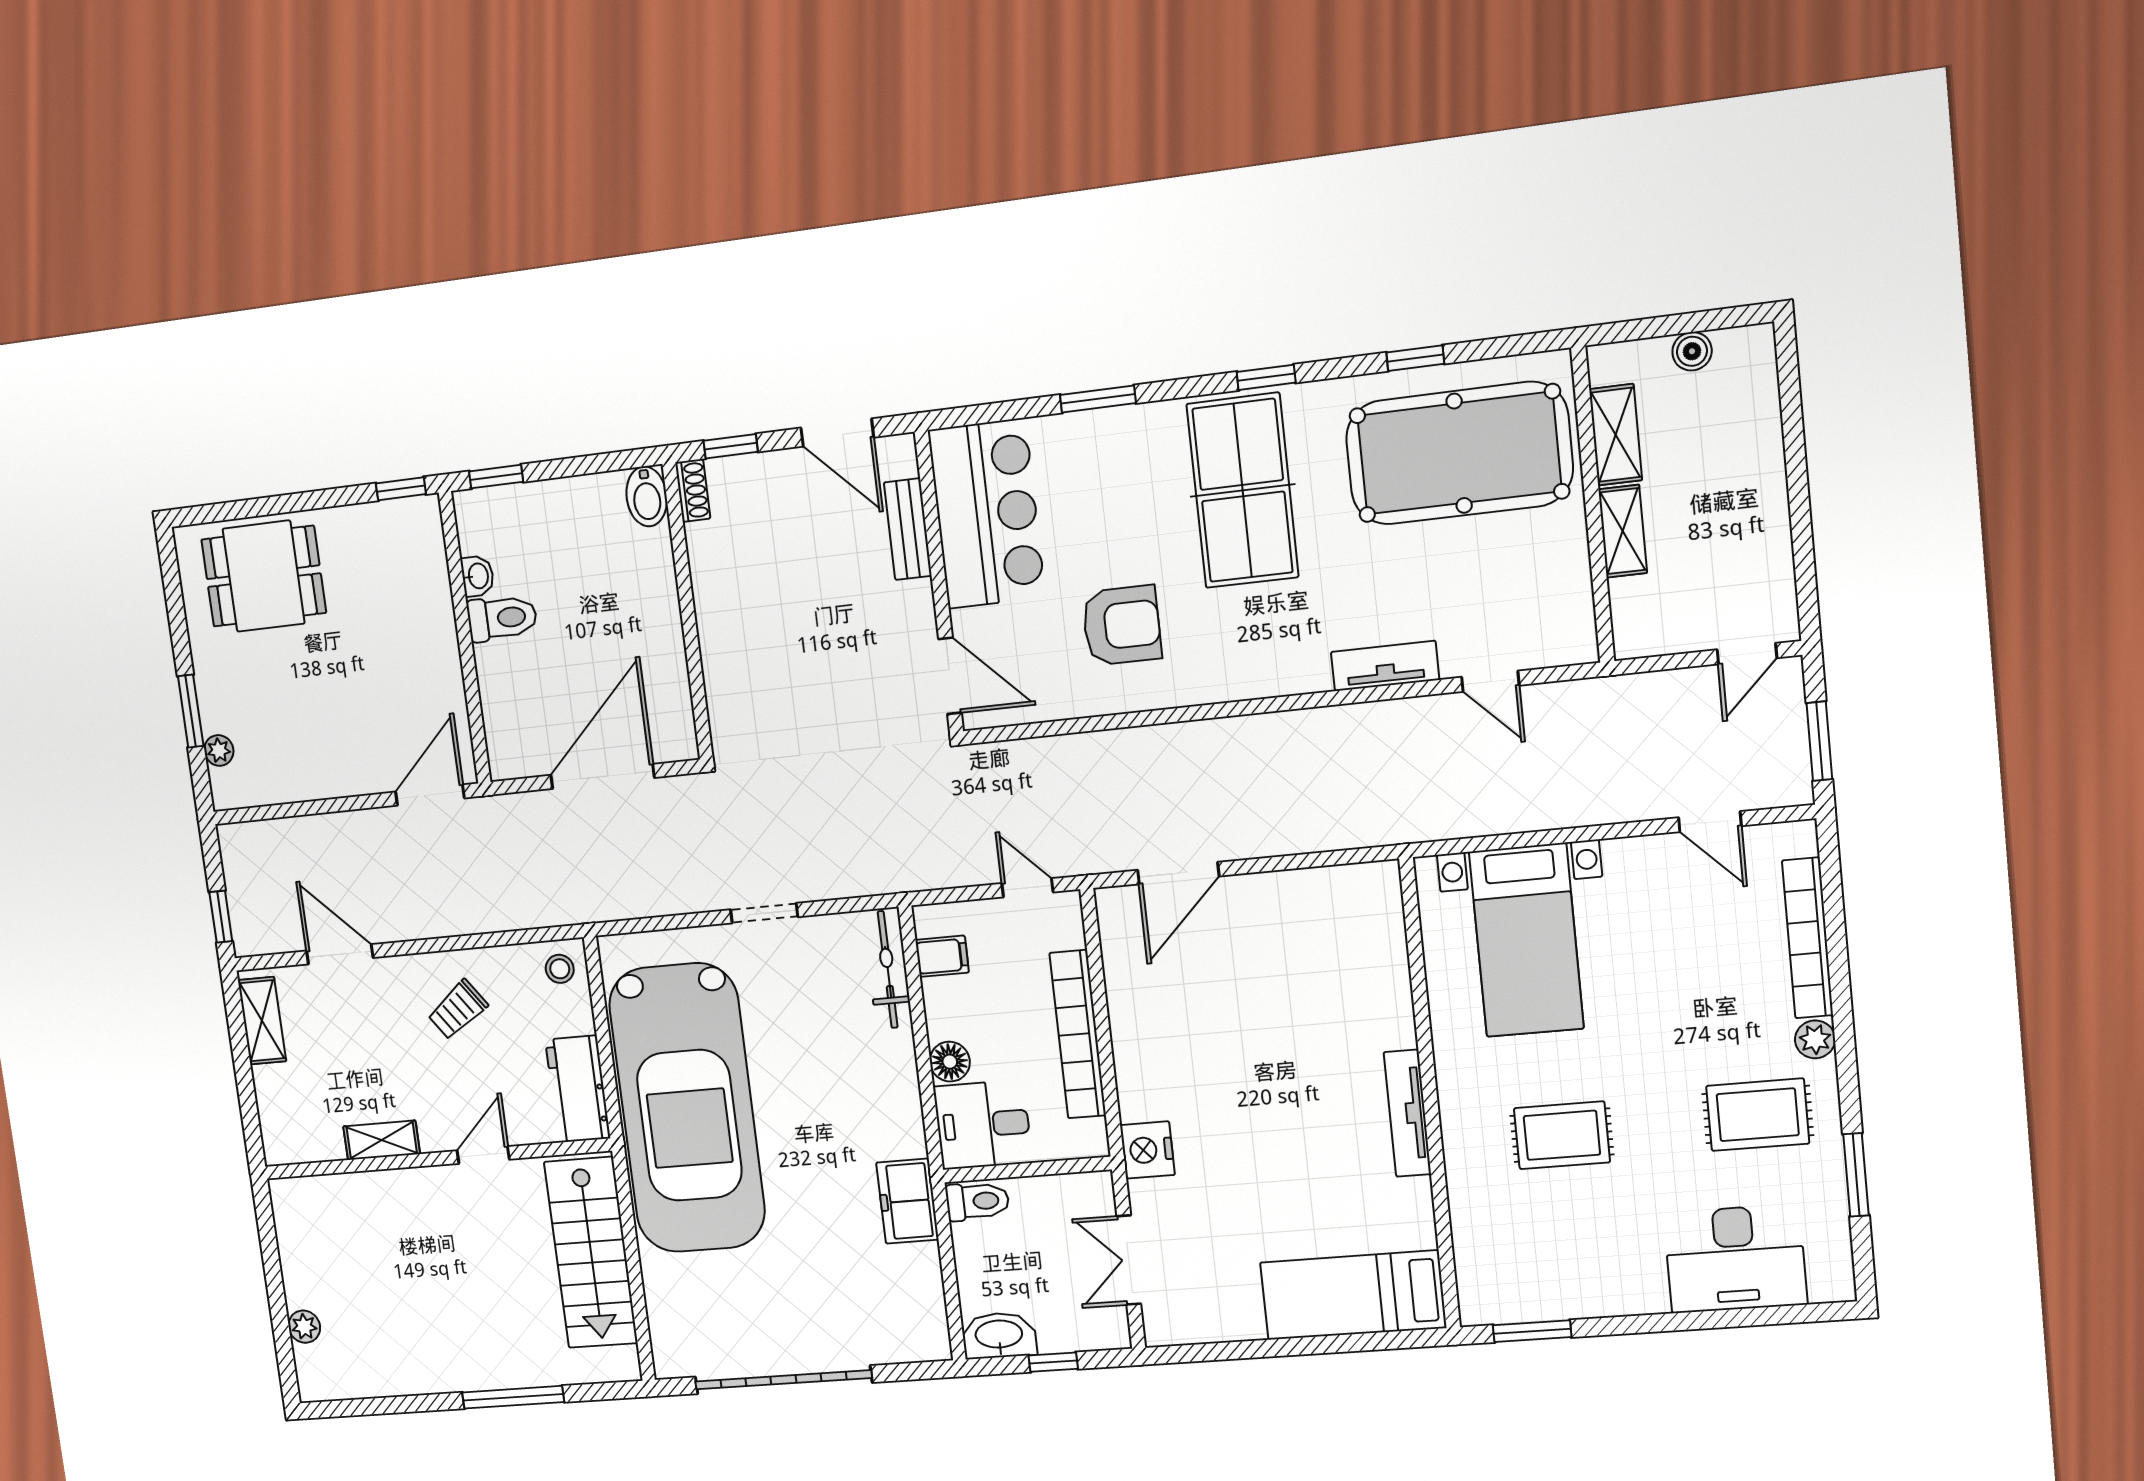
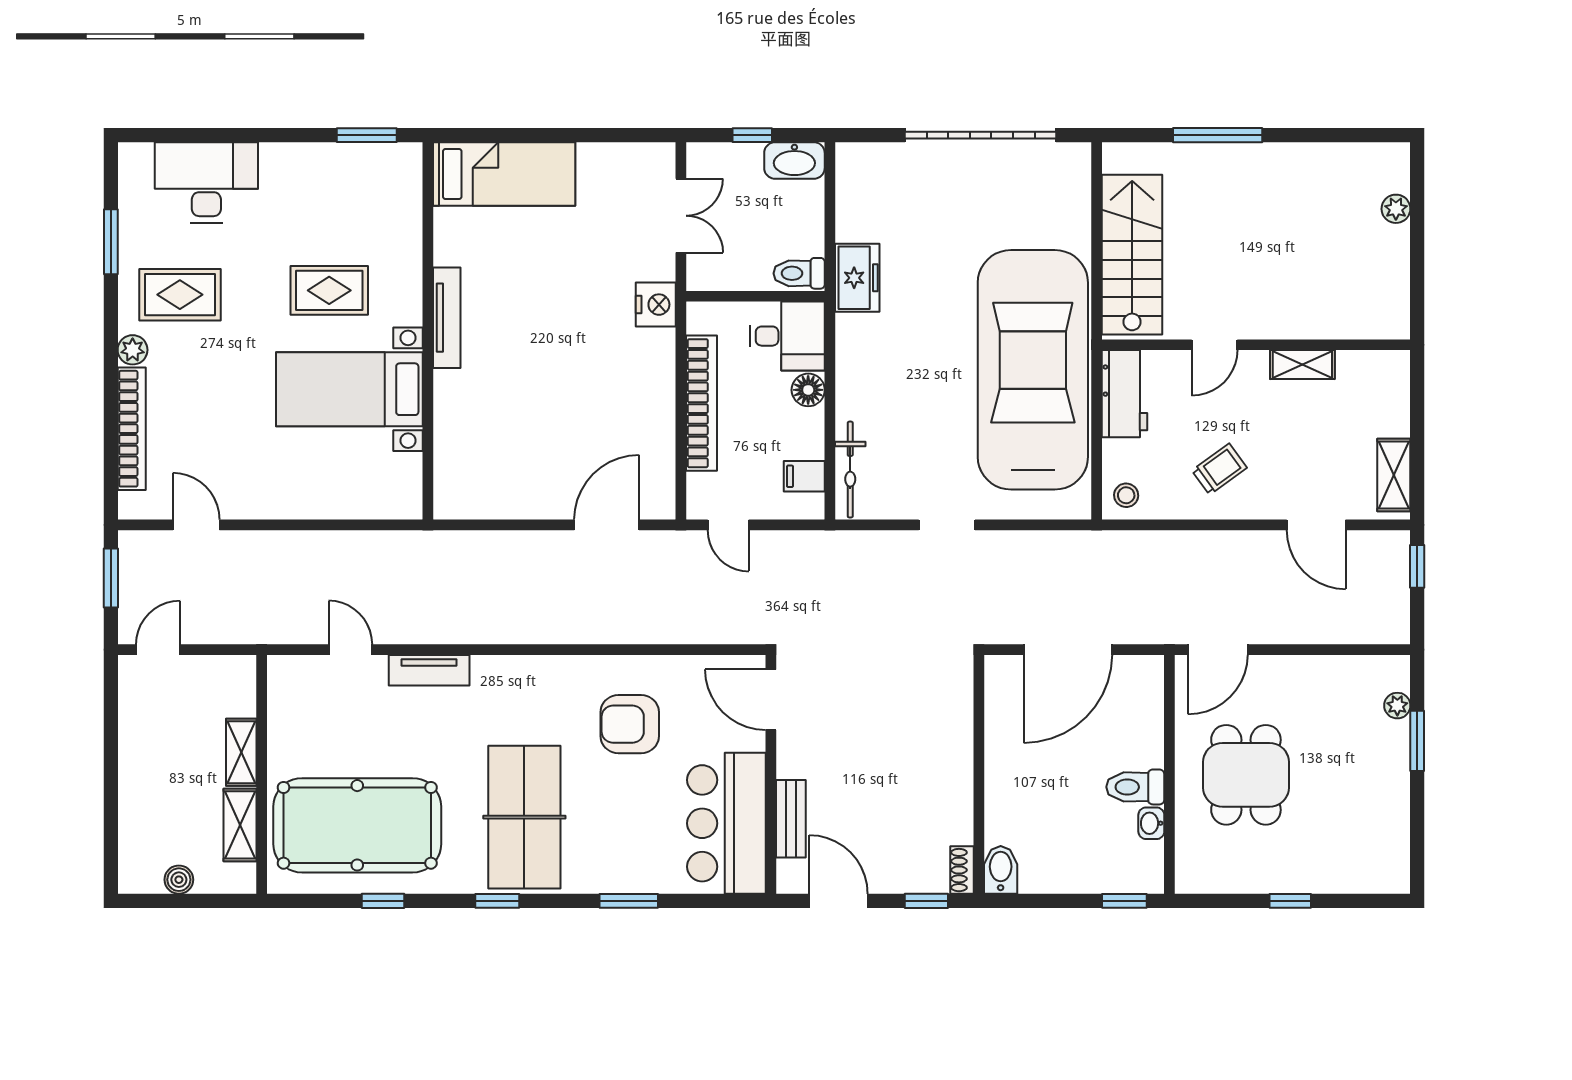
window: (401, 489) -> (1290, 901), moved
dining table: (264, 576) -> (1246, 775), moved, turned 90
bed with nightstands: (1526, 940) -> (349, 389), moved, turned -90

